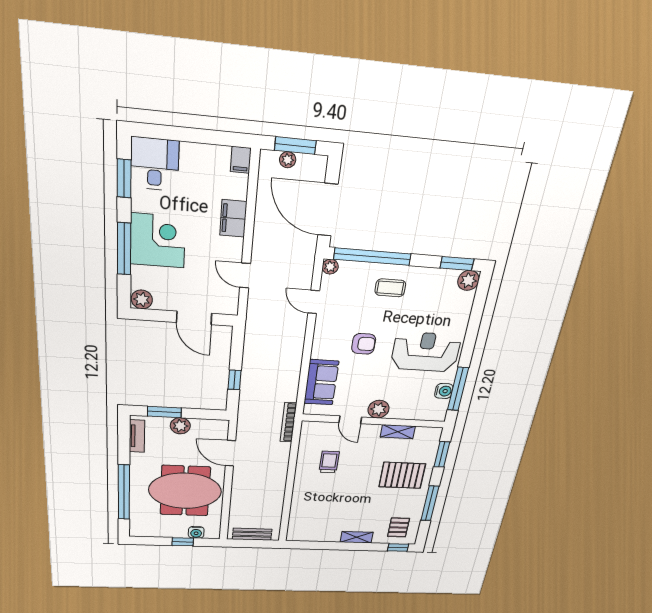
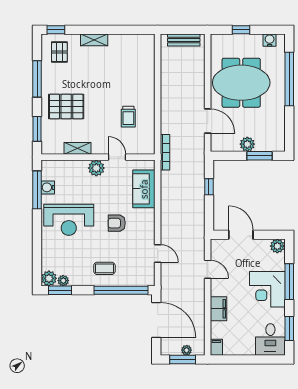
plant: (330, 267) -> (63, 281), moved
tv unit: (137, 436) -> (280, 133), removed
water cooler: (196, 532) -> (270, 40), moved

